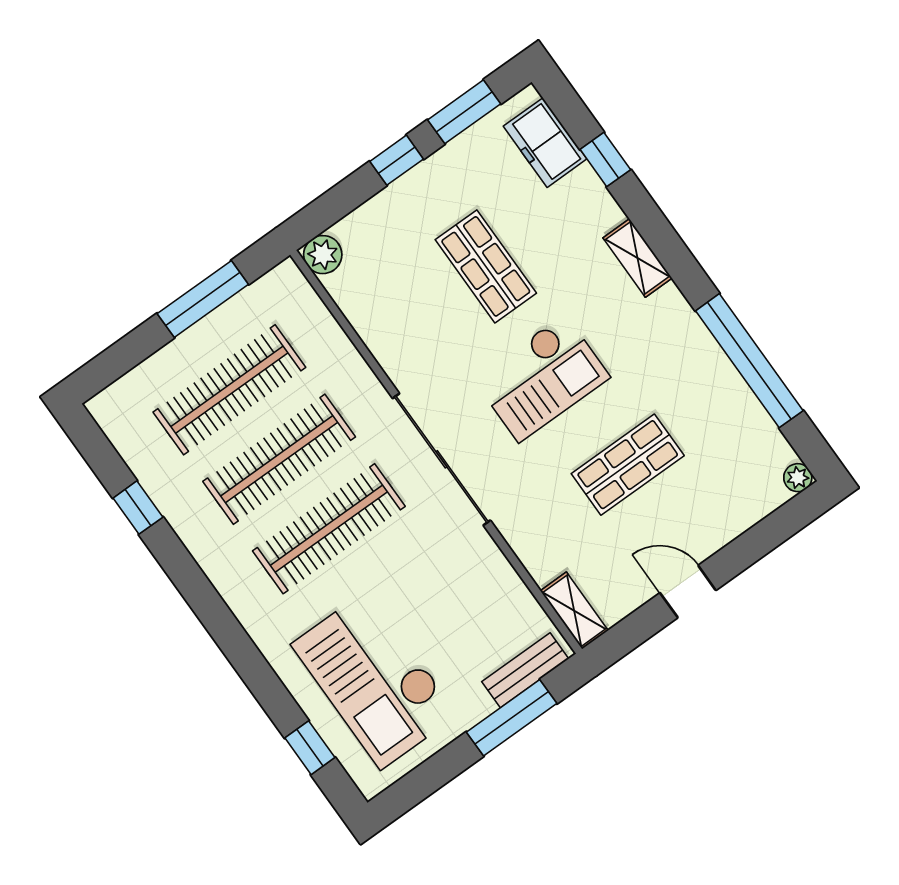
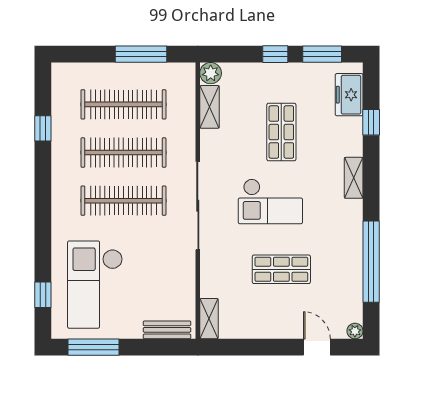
shelving: (356, 304) -> (209, 107), added
door: (688, 592) -> (317, 347), moved
window: (512, 718) -> (93, 347), moved

